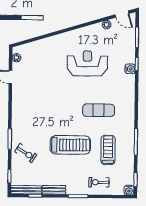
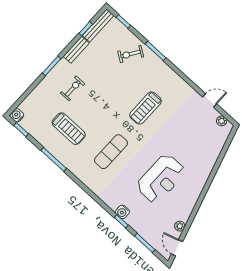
door: (122, 14) -> (177, 248), hinge flipped
treadmill: (70, 145) -> (146, 108), moved, width x0.73, depth x0.73
exercise bike: (99, 182) -> (73, 88), moved

